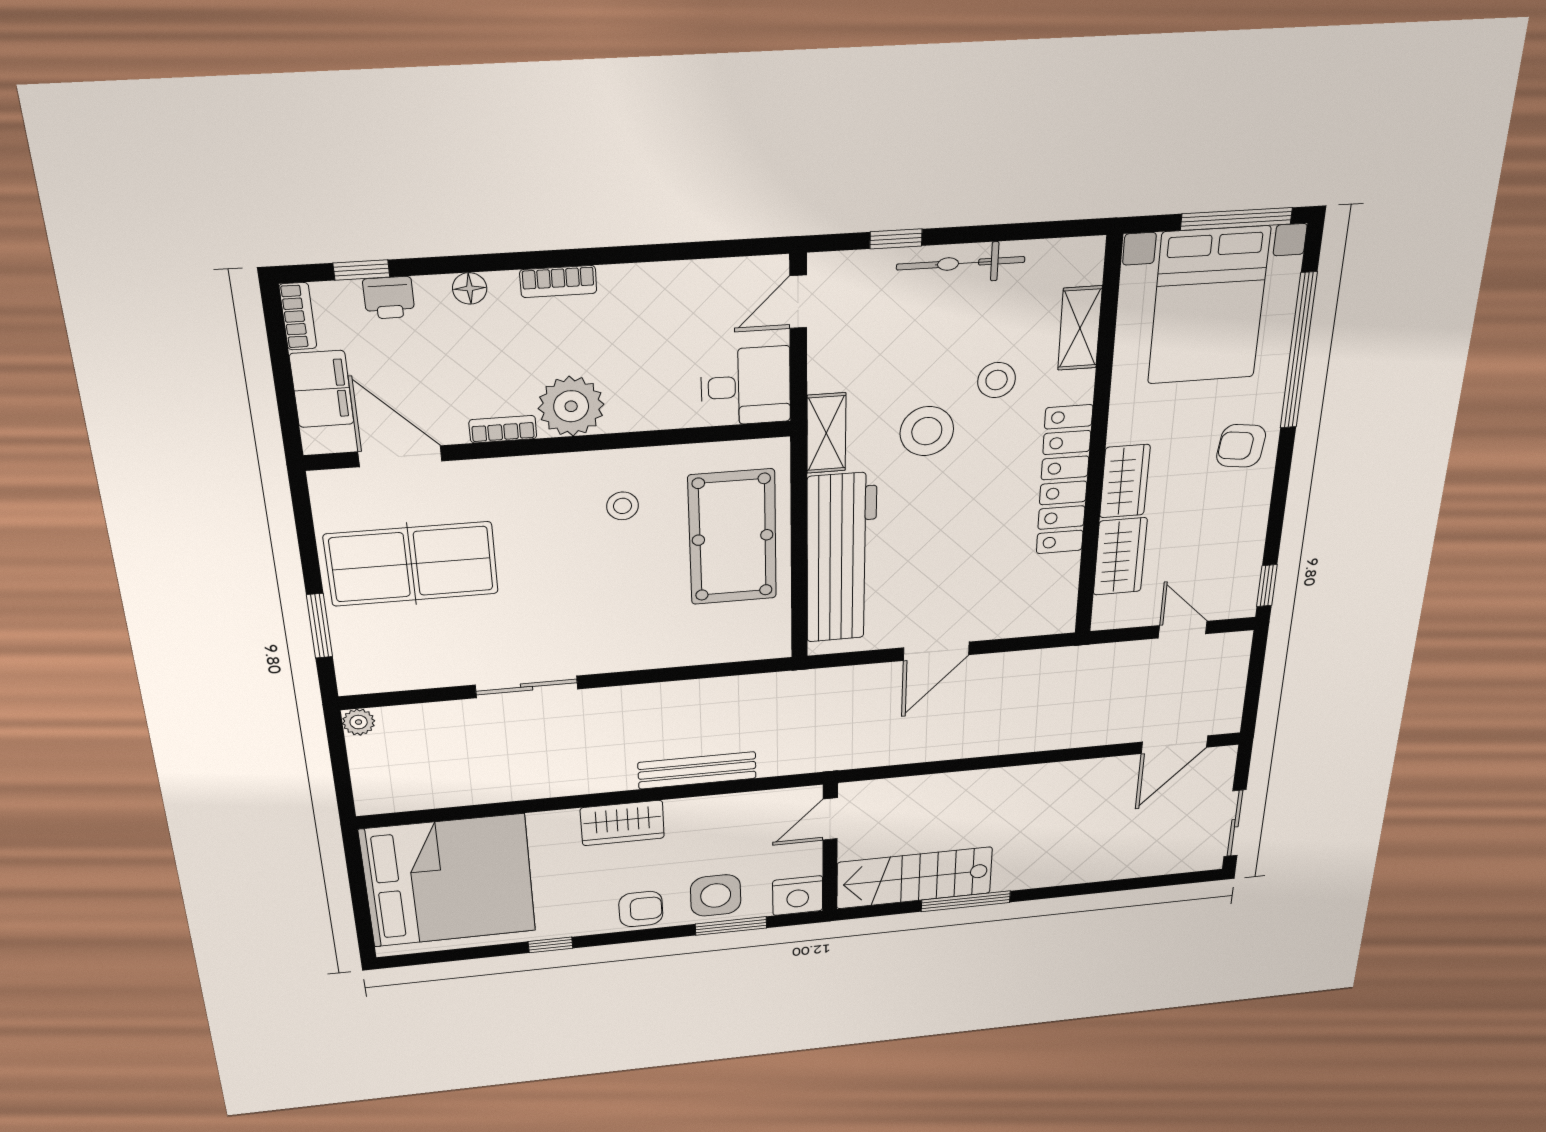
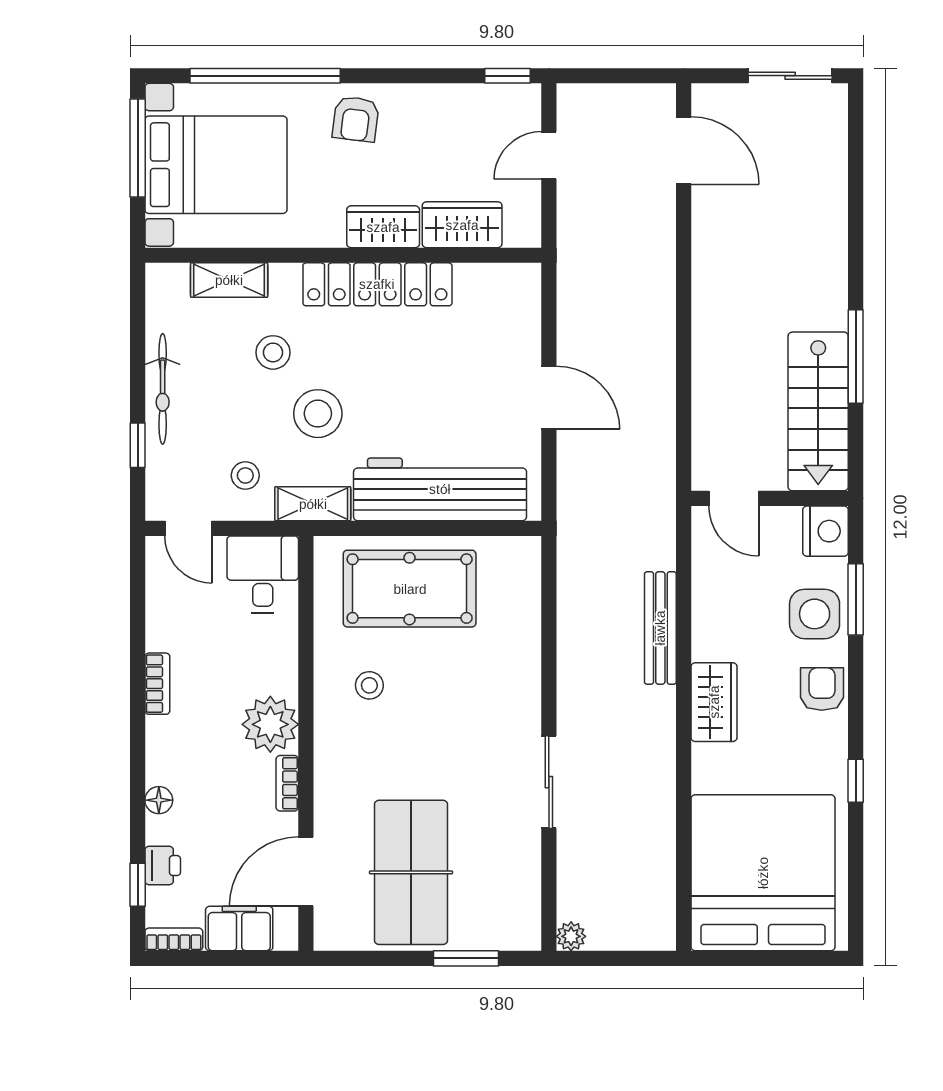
bookcase: (558, 282) -> (157, 684), moved
stool: (859, 360) -> (245, 475), added

